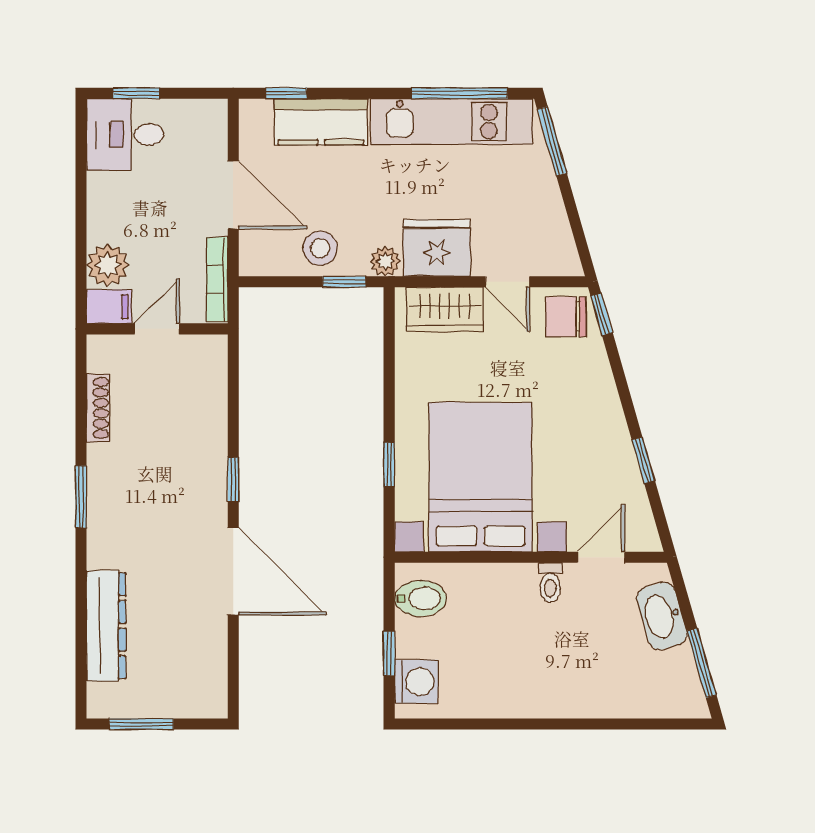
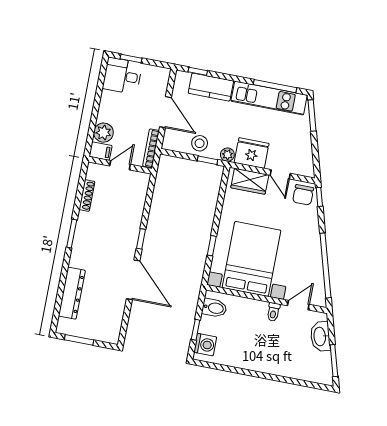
chair: (566, 317) -> (303, 195), turned -90
window: (643, 460) -> (325, 265), width x3.17

